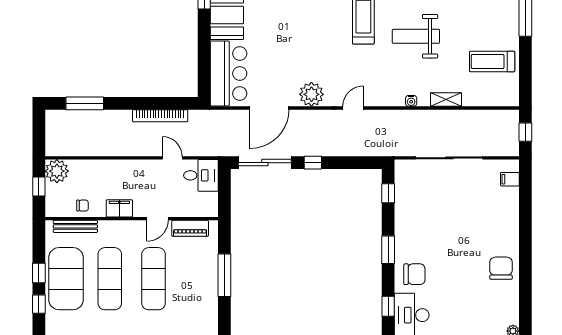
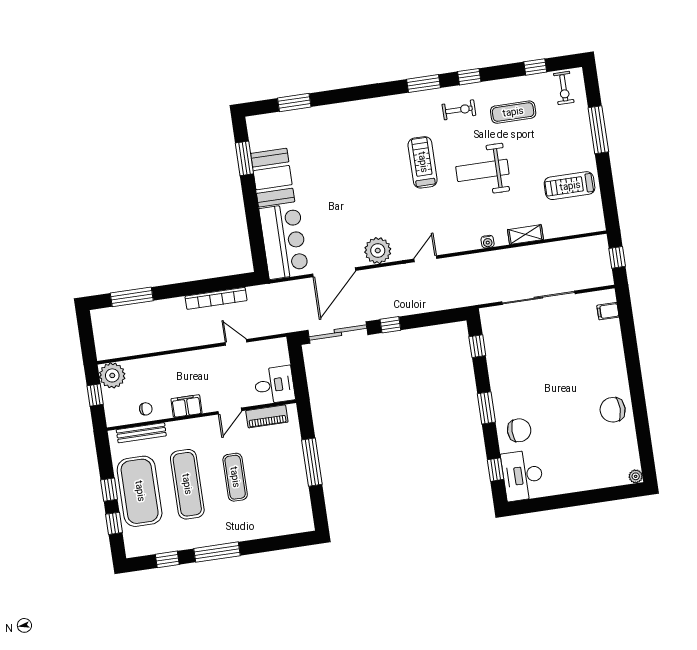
desk: (201, 175) -> (274, 385), moved
chair: (501, 268) -> (613, 410), turned -90
exercise mat: (154, 279) -> (235, 477), width x0.73, depth x0.69

